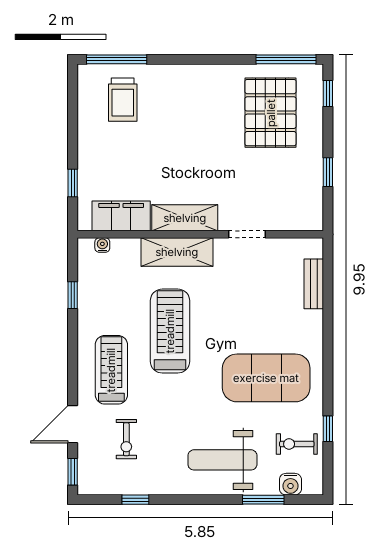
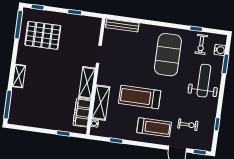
shelving: (179, 75) -> (19, 76), added
trolley: (123, 100) -> (27, 104), removed
shelving: (177, 252) -> (101, 103), moved
bench: (314, 284) -> (122, 25), width x1.36
treadmill: (111, 370) -> (154, 127), turned 180
weight bench: (222, 460) -> (204, 81), turned 180

